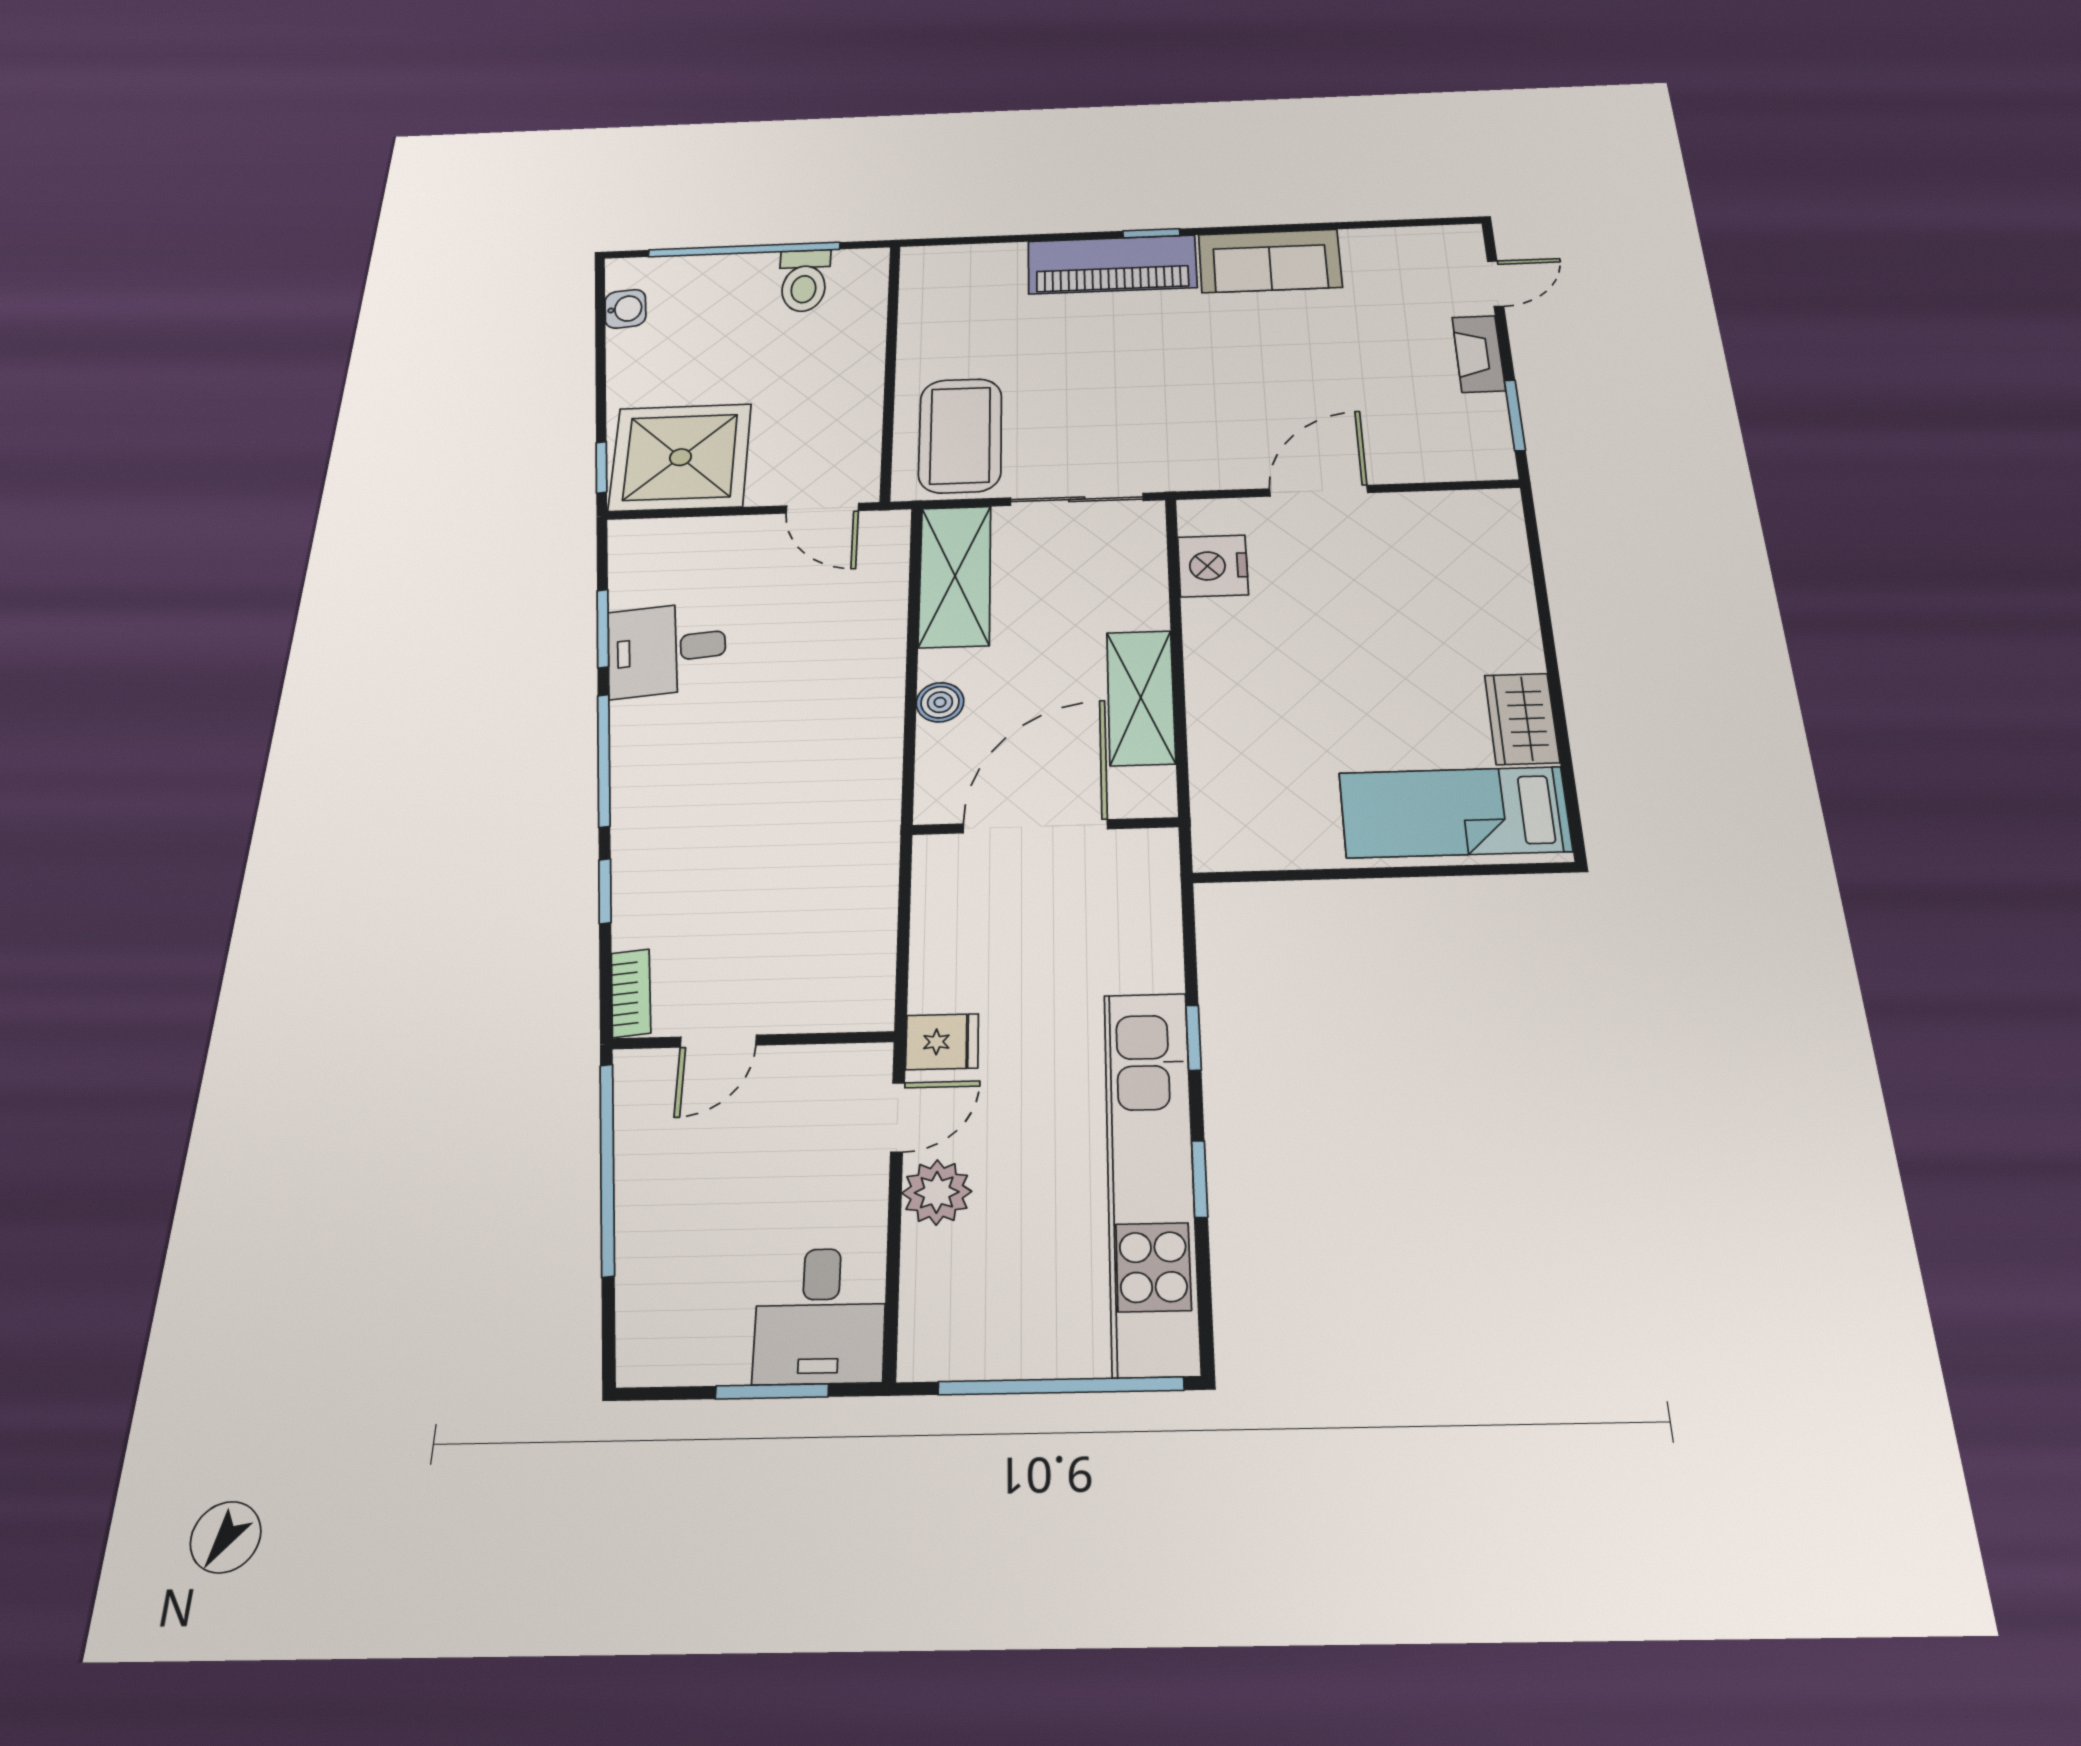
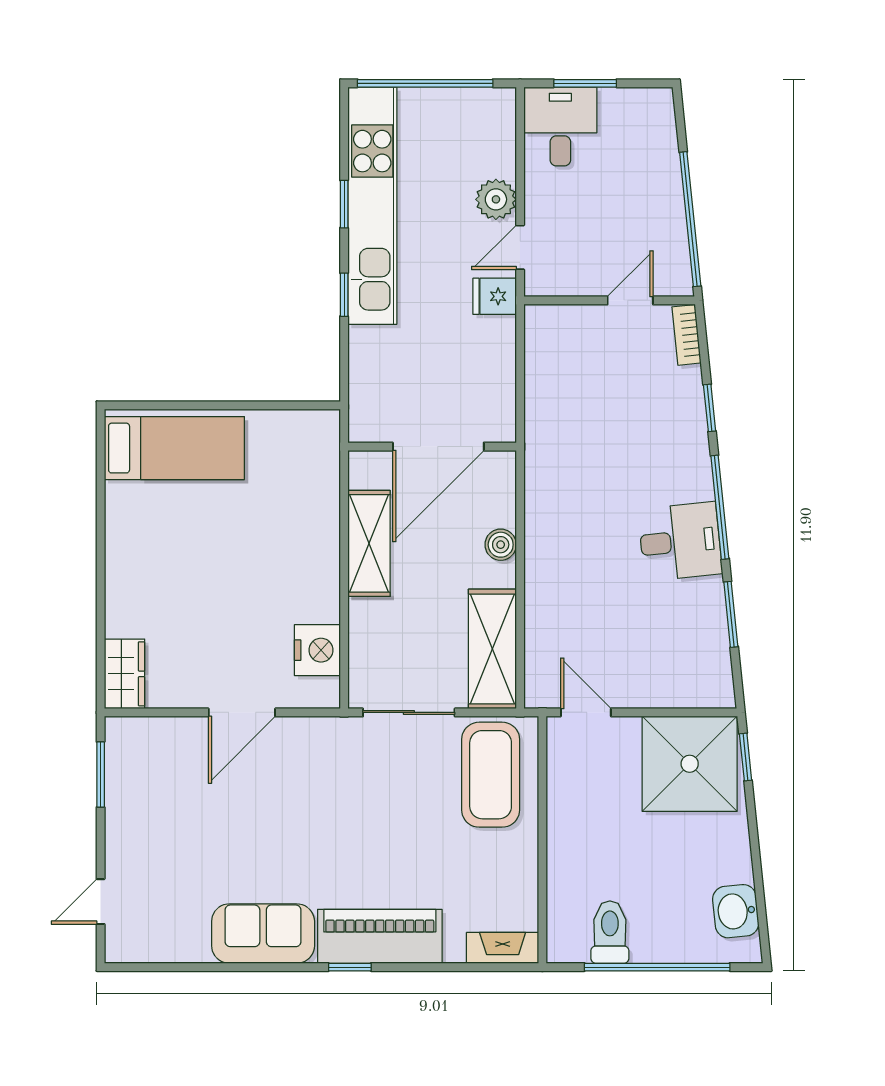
washbasin: (625, 309) -> (736, 911), width x1.38, depth x1.45
fireplace: (1479, 354) -> (503, 948), moved, turned -90
desk: (667, 649) -> (680, 542), moved
wardrobe: (1522, 719) -> (125, 674), moved

